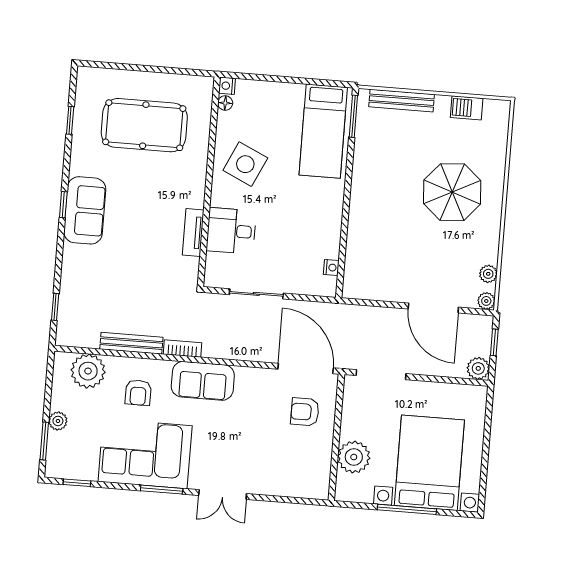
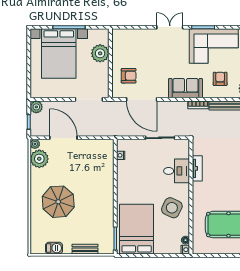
bench: (402, 101) -> (85, 249), width x0.73
bed: (323, 131) -> (137, 229), width x1.50
plant: (488, 274) -> (39, 159), width x1.88, depth x1.88
door: (306, 369) -> (142, 99), moved

